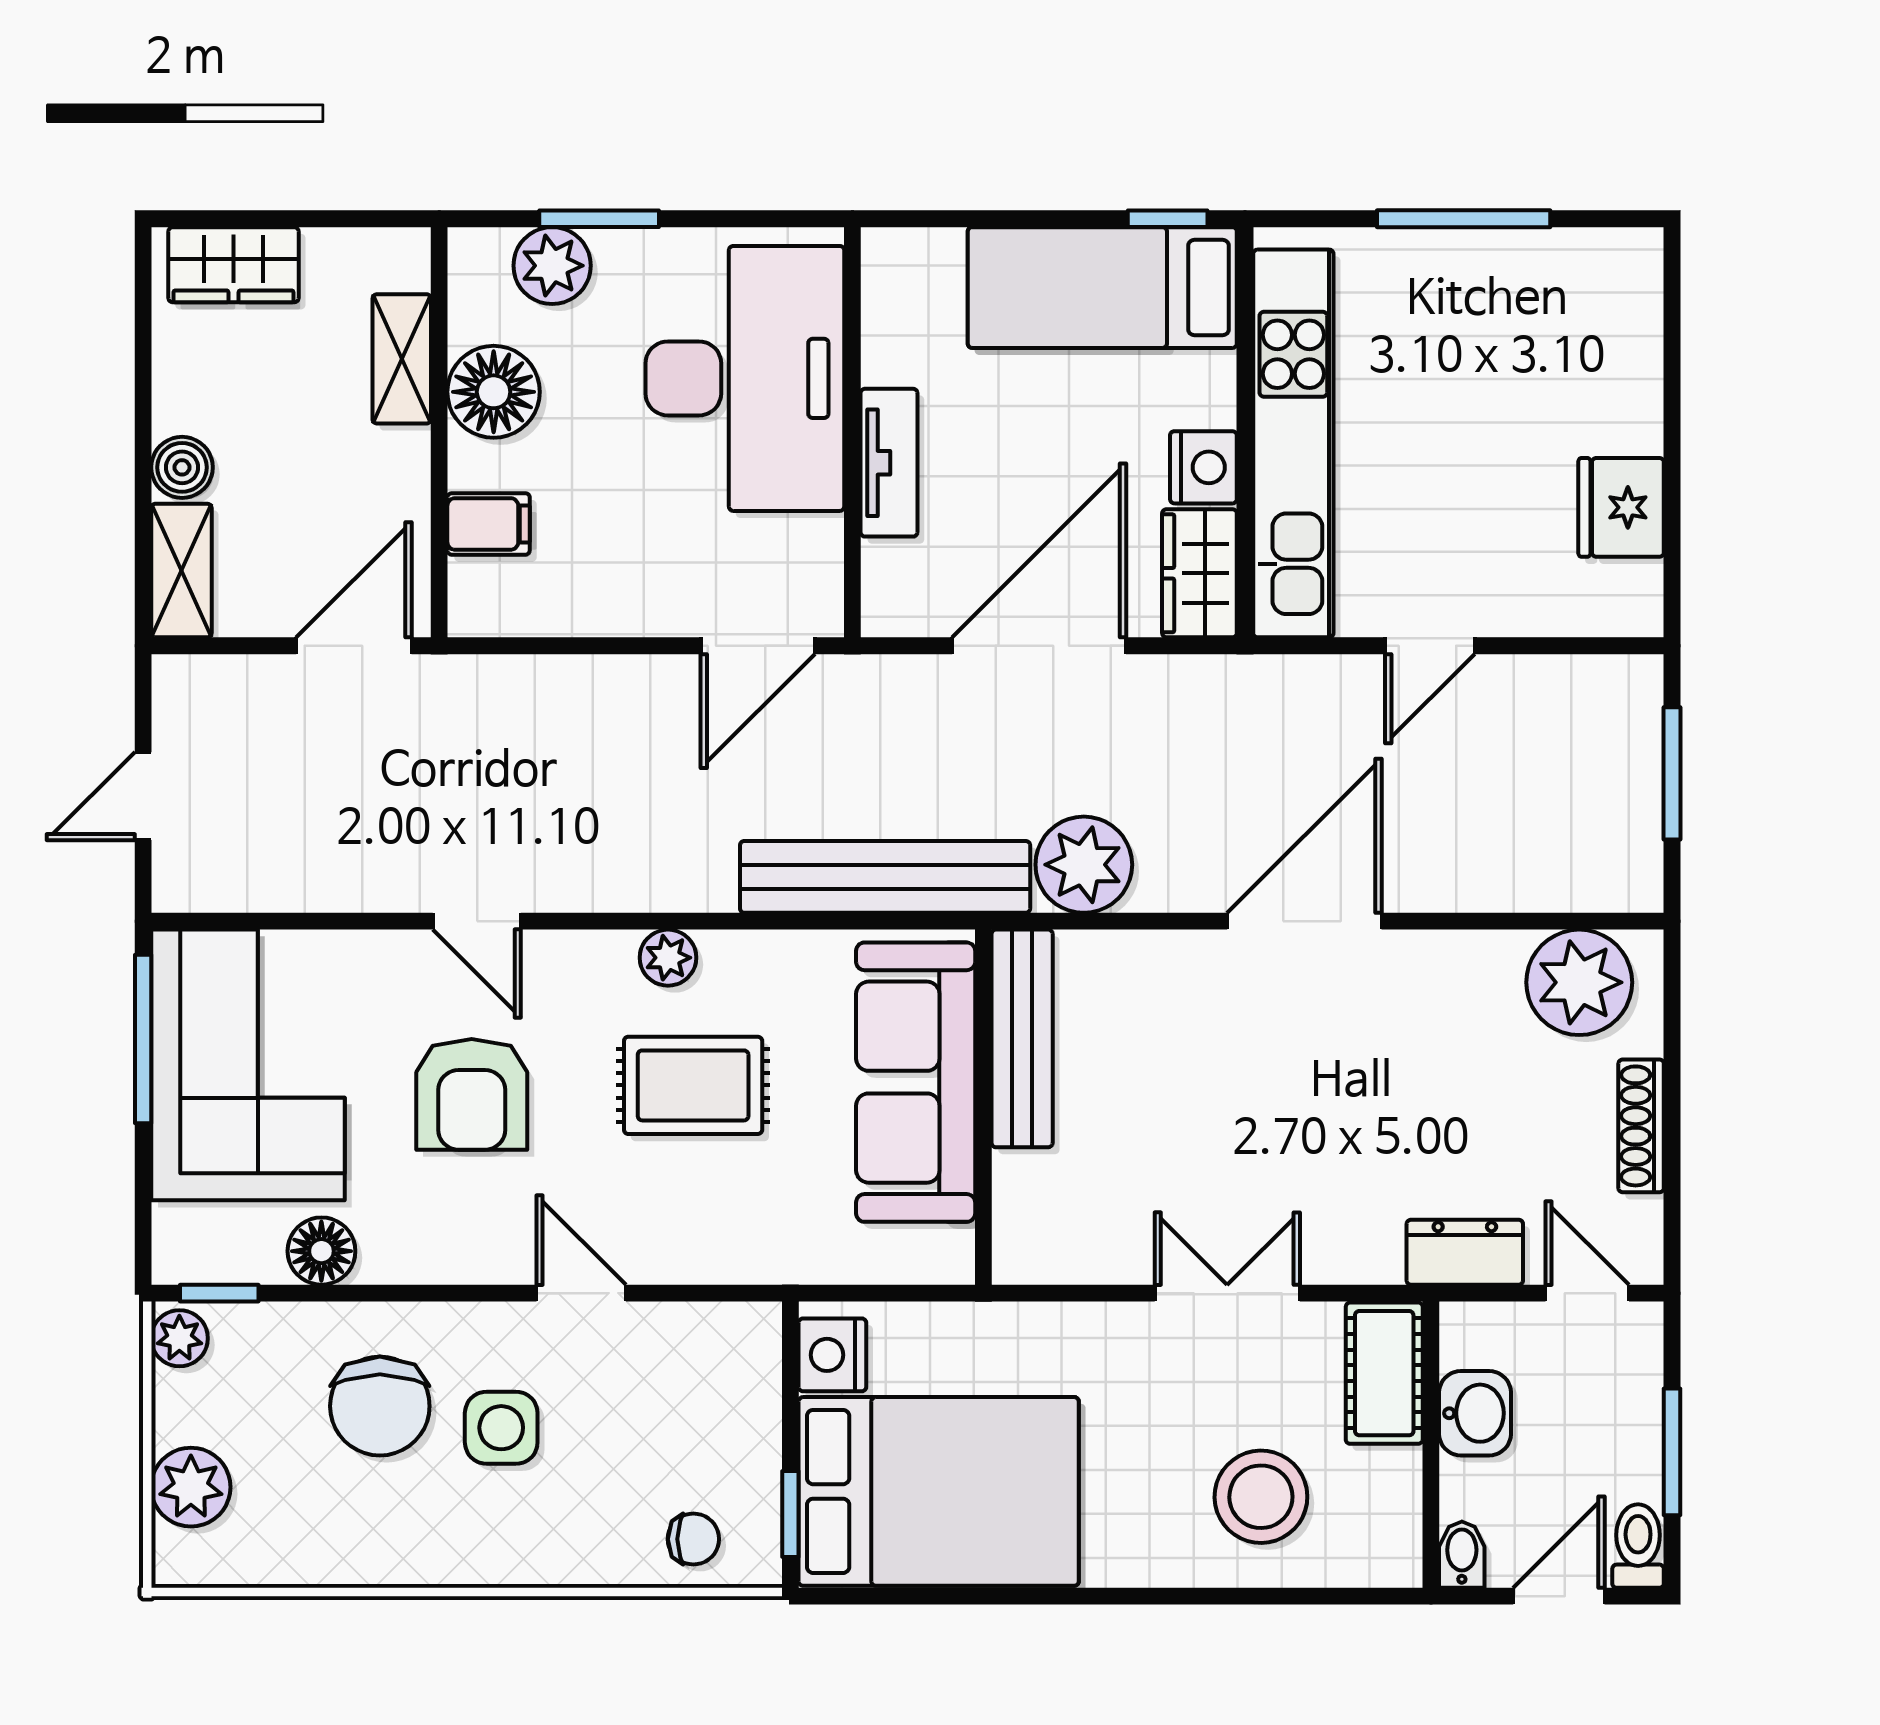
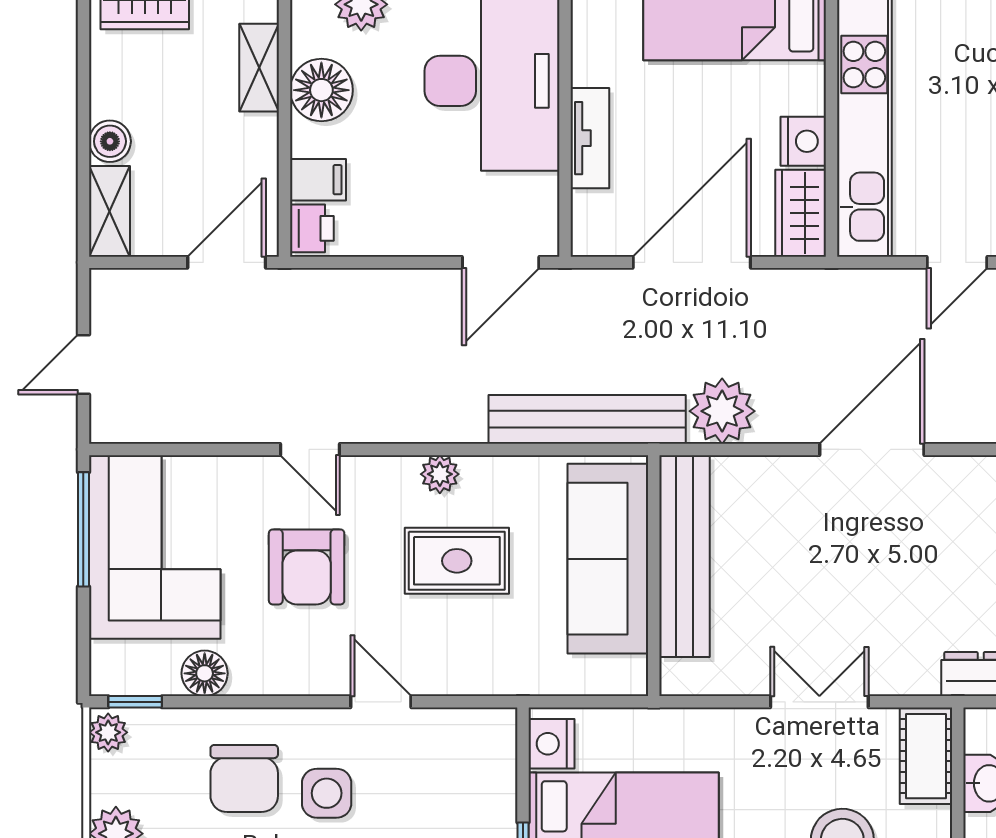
printer: (480, 596) -> (312, 228), added
bench: (1022, 1038) -> (685, 556), width x1.37, depth x1.21

